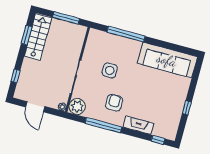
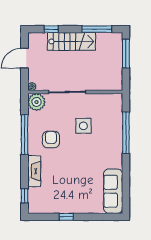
window: (66, 18) -> (126, 53), moved
window: (27, 35) -> (97, 29), width x1.44
stairs: (38, 37) -> (71, 41), moved
sofa: (167, 60) -> (113, 191), width x0.74, depth x0.79
armchair: (114, 103) -> (51, 140), turned -90

